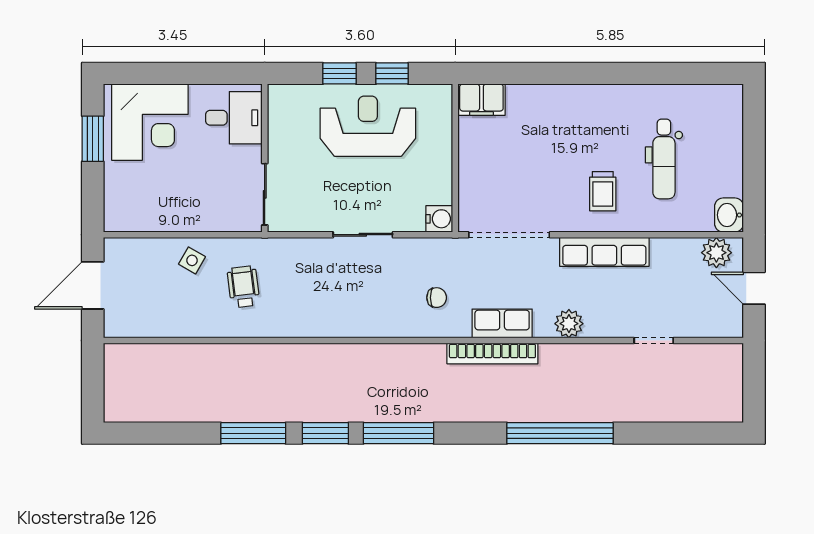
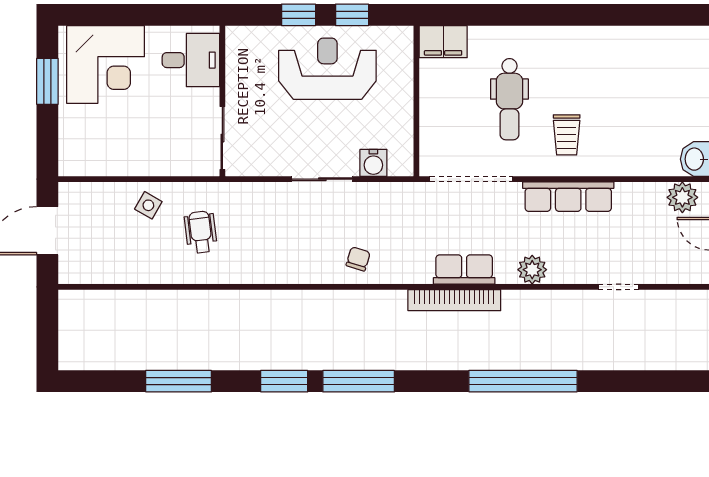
dental chair: (664, 159) -> (509, 99), moved
water cooler: (439, 219) -> (373, 163), moved, turned 90
chair: (437, 298) -> (358, 259), moved, turned -73
window: (253, 433) -> (179, 381), moved

